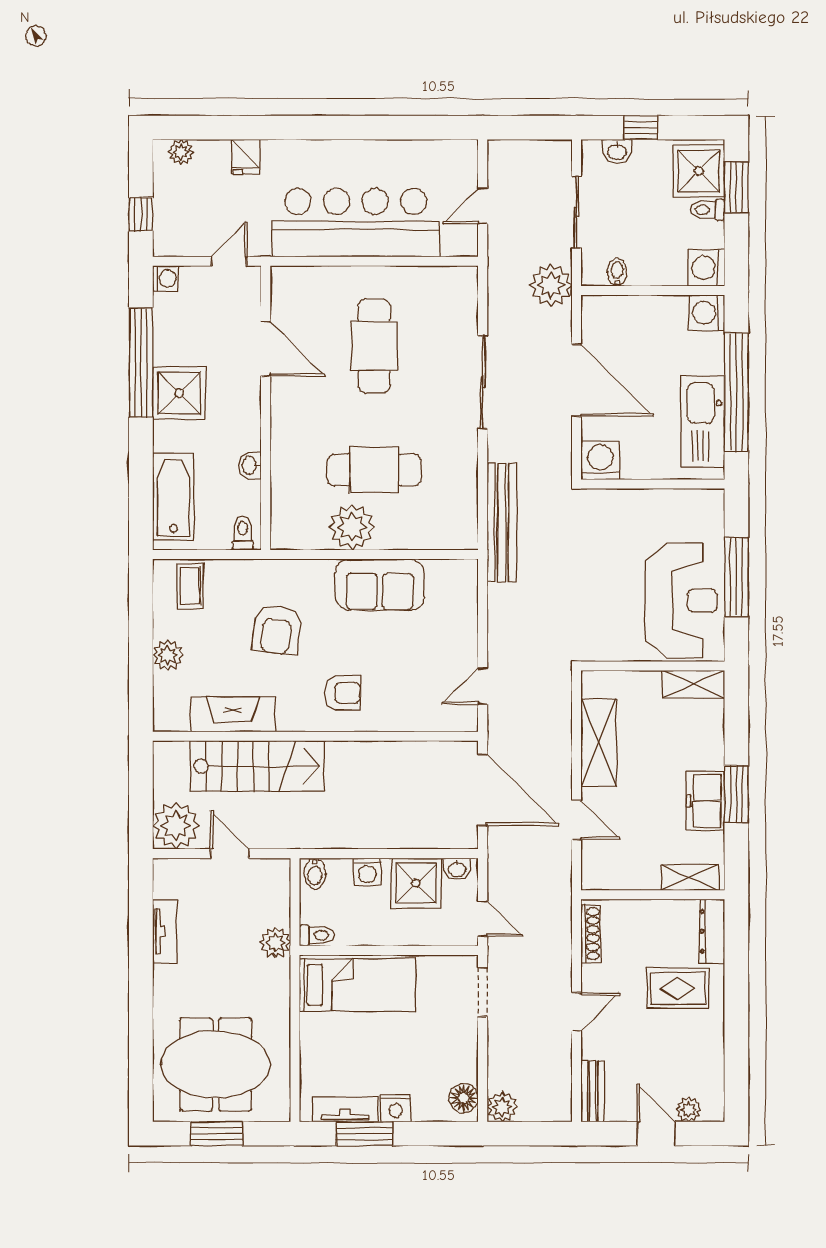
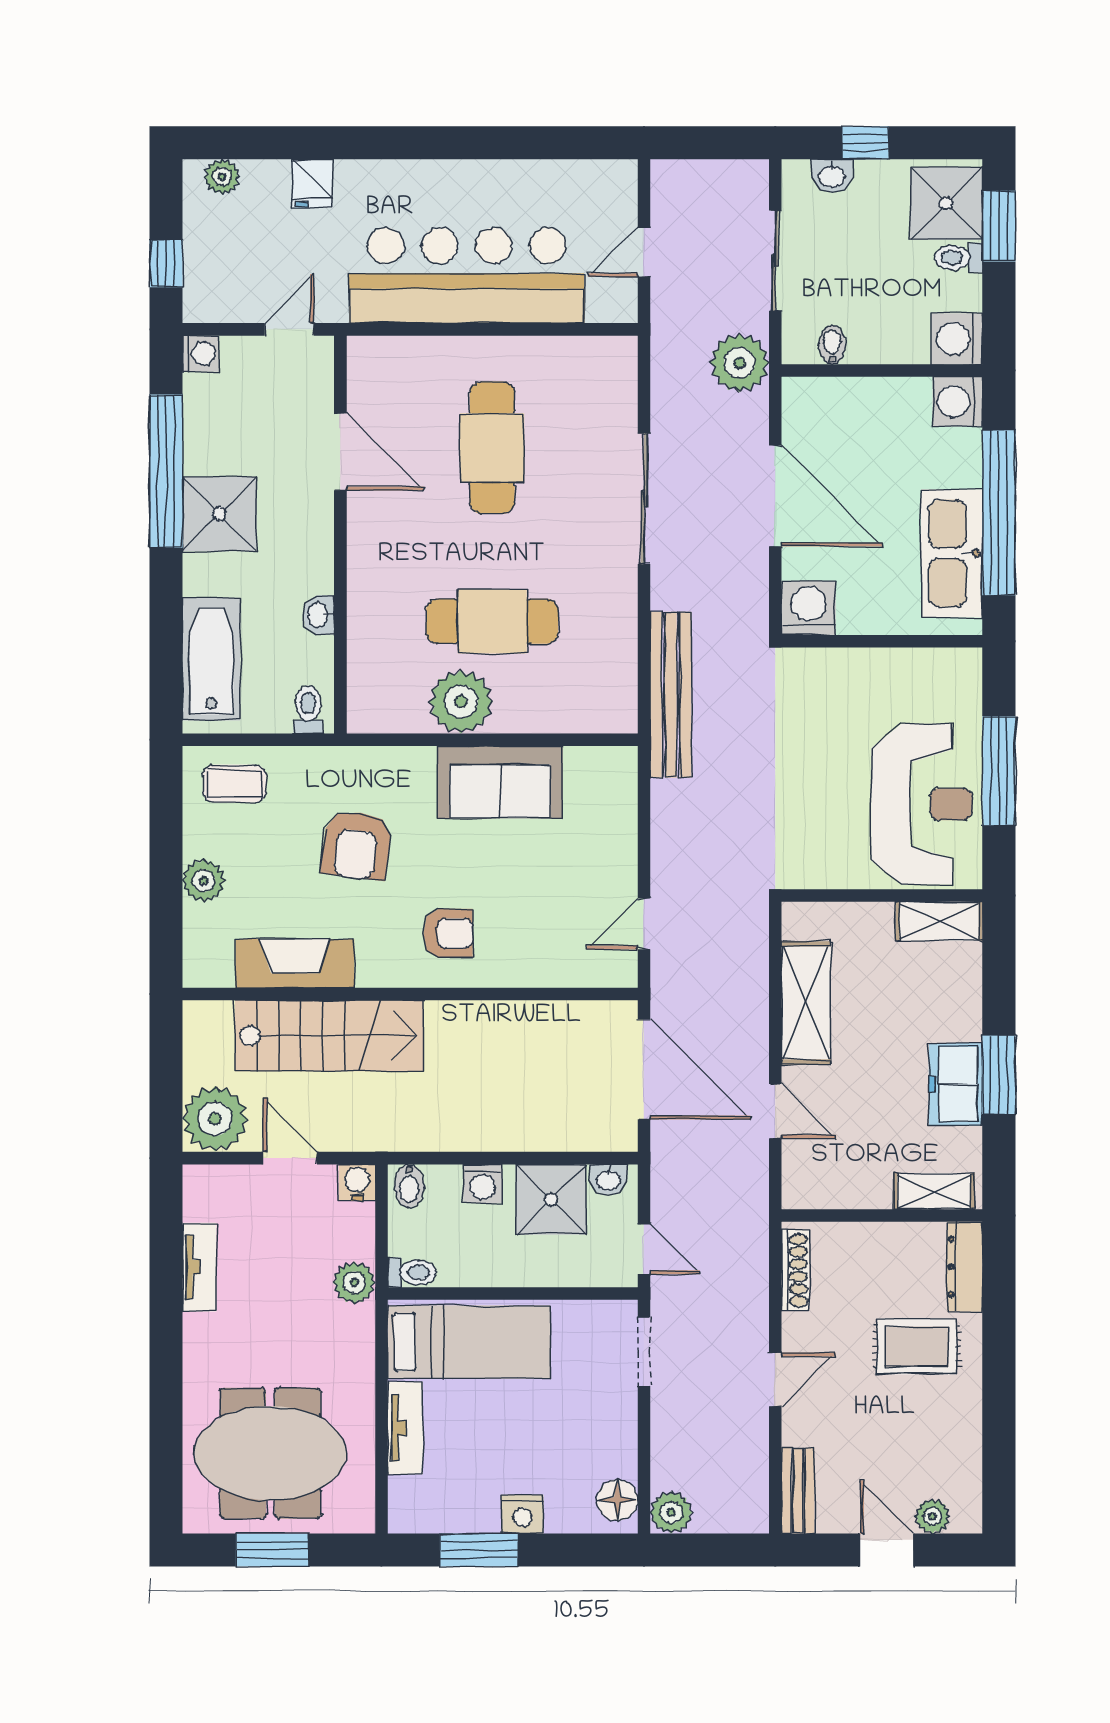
coffee table: (190, 586) -> (234, 784), turned 90
water cooler: (278, 871) -> (357, 1182), added
tv unit: (345, 1109) -> (405, 1428), moved, turned 90

